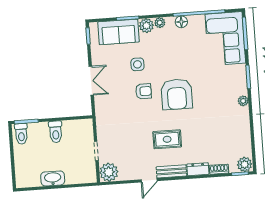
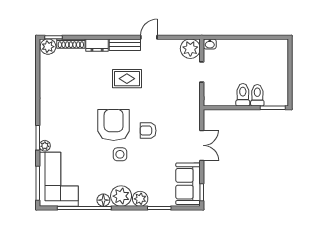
plant: (160, 23) -> (121, 196), width x1.88, depth x1.88
sofa: (119, 32) -> (188, 184), moved, turned -90
side table: (137, 64) -> (120, 154), moved
double door: (91, 81) -> (202, 145), swing flipped
plant: (243, 101) -> (45, 146), moved
toilet: (21, 134) -> (257, 95), moved
shoe rack: (219, 169) -> (71, 44), width x1.43
washbasin: (53, 178) -> (210, 44), moved, width x0.52, depth x0.69

